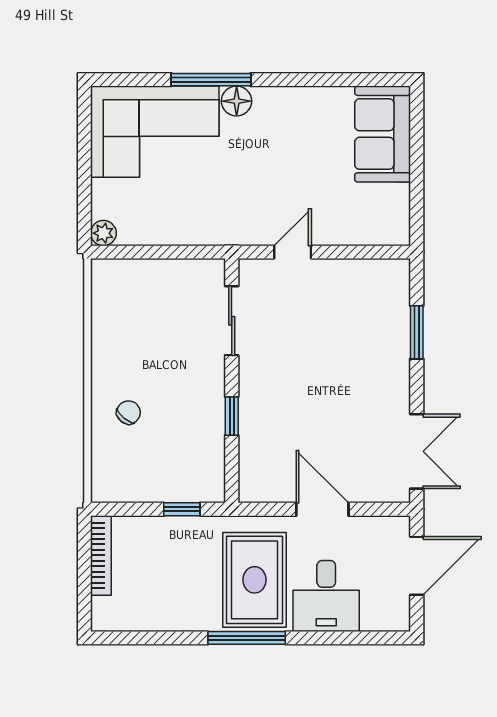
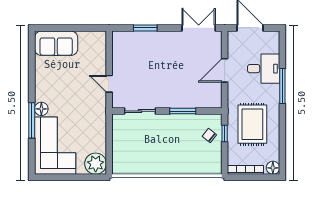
plant: (103, 233) -> (96, 164), width x1.87, depth x1.87
chair: (128, 412) -> (209, 136), moved
window: (232, 416) -> (183, 111), width x1.50
rug: (254, 580) -> (252, 124), moved, turned 90
floor lamp: (105, 617) -> (273, 168), added
window: (247, 638) -> (282, 86), moved

